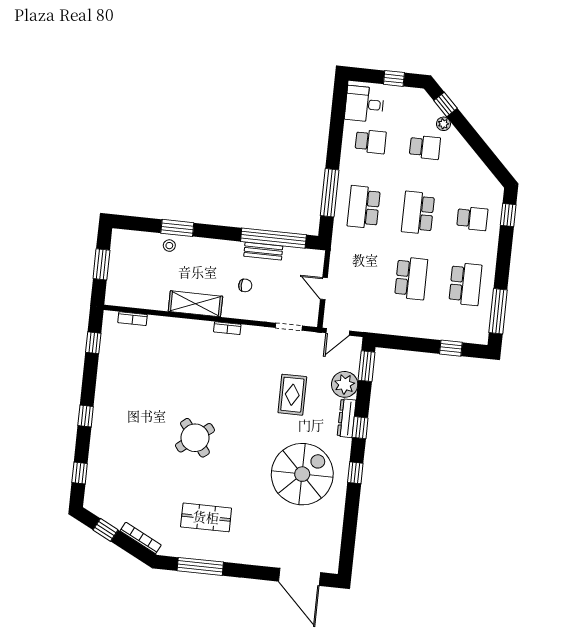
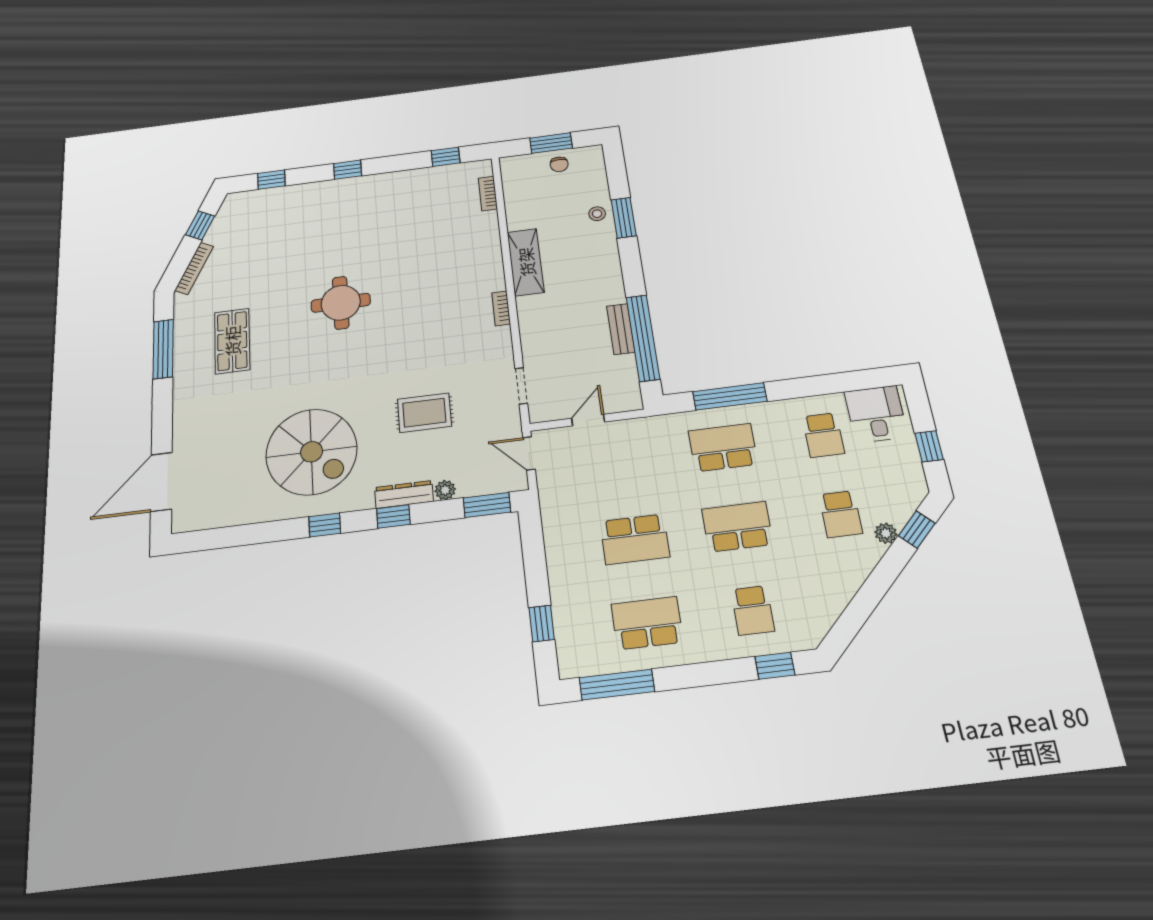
school desk: (465, 284) -> (647, 623), turned 180
chair: (245, 285) -> (559, 164), moved
plant: (345, 384) -> (445, 490), width x0.53, depth x0.53
round table: (195, 438) -> (341, 303), turned 38

